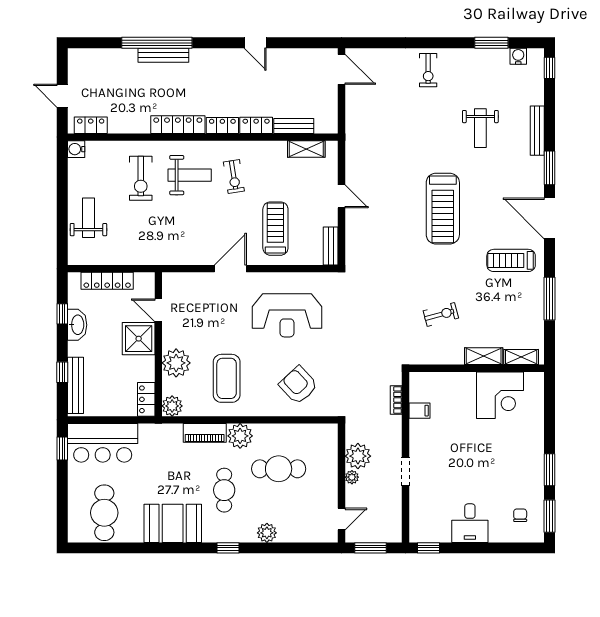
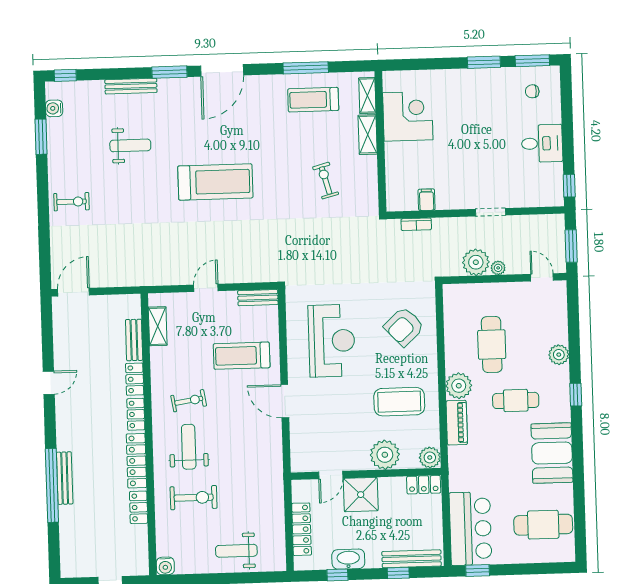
locker: (91, 125) -> (139, 507), moved
treadmill: (511, 260) -> (313, 100), moved, turned 90

